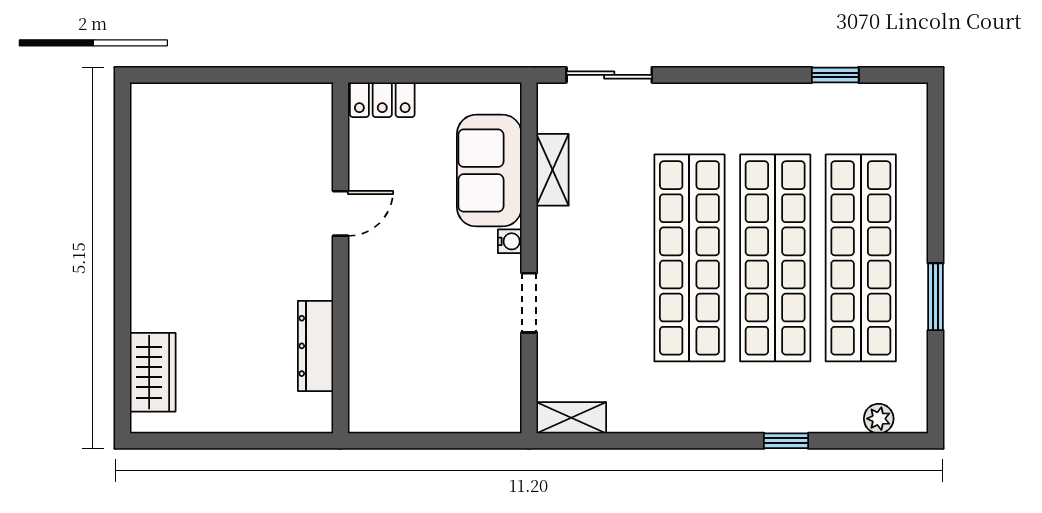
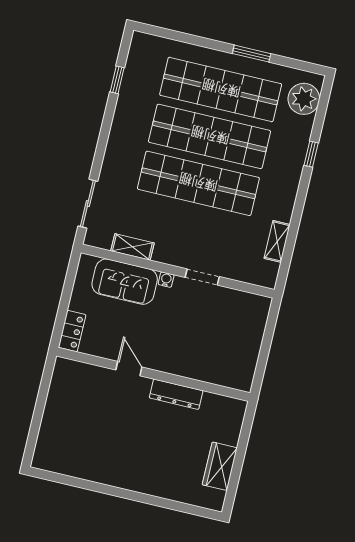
dresser: (316, 346) -> (176, 394), moved
wardrobe: (153, 372) -> (220, 466), moved, turned -90
shelving: (571, 418) -> (277, 241), moved
plant: (879, 419) -> (304, 99), width x1.88, depth x1.88

